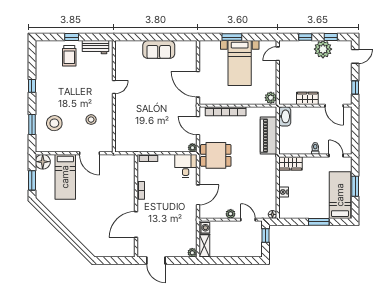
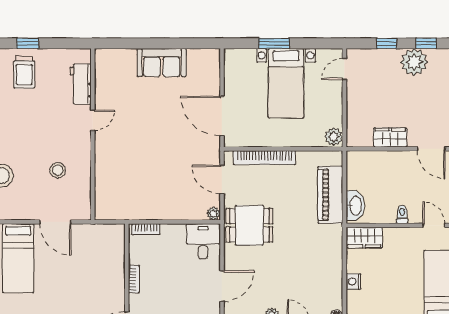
workbench: (96, 47) -> (81, 84), moved, turned 90
washbasin: (285, 116) -> (355, 206), moved

